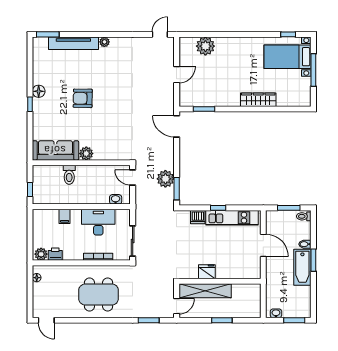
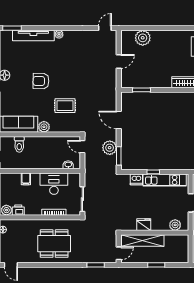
door: (177, 126) -> (119, 120), moved
rug: (112, 128) -> (65, 106), added
toilet: (69, 175) -> (19, 144), moved
plant: (245, 272) -> (175, 225), added

